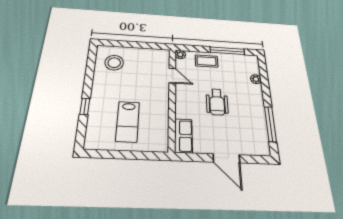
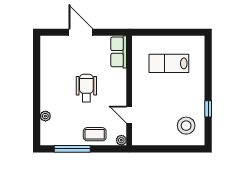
window: (85, 106) -> (208, 109), moved
lab bench: (128, 122) -> (169, 63), turned -90
window: (270, 124) -> (37, 67), removed

